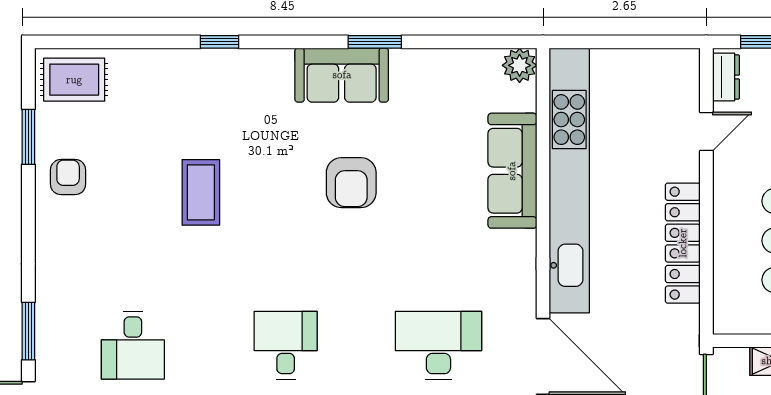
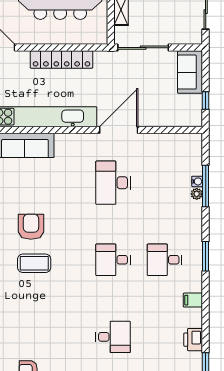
armchair: (351, 183) -> (31, 227), turned -90
coffee table: (201, 192) -> (34, 263), moved

